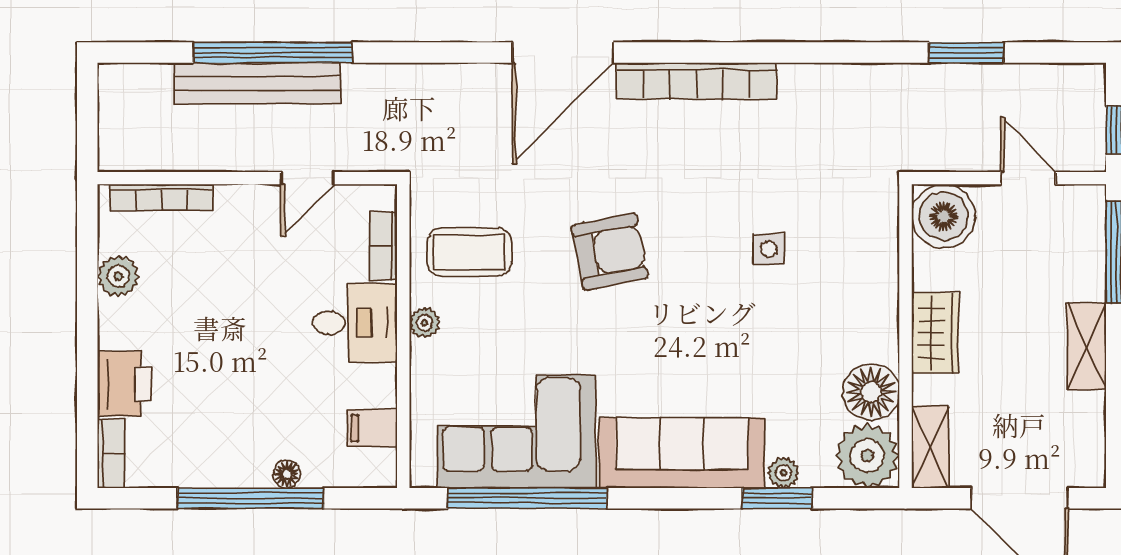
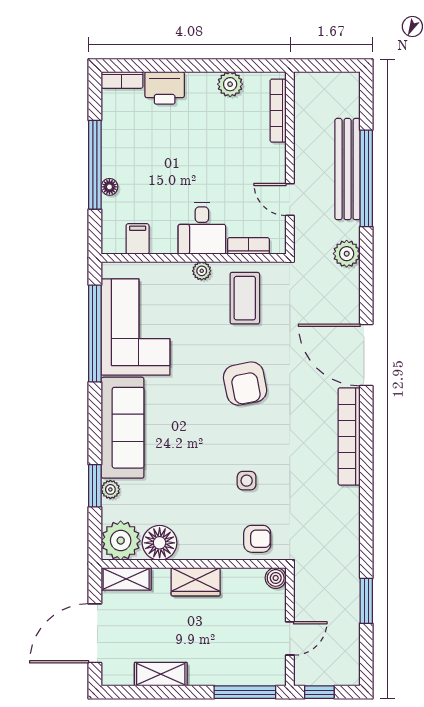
plant: (396, 85) -> (347, 254), added
boiler: (944, 216) -> (276, 578), width x0.54, depth x0.54
armchair: (864, 232) -> (257, 539), added
shelving: (1087, 346) -> (161, 674), moved

